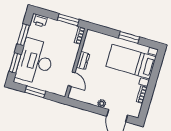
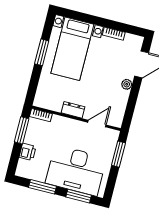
printer: (40, 21) -> (27, 152), moved
window: (35, 92) -> (118, 154), moved

